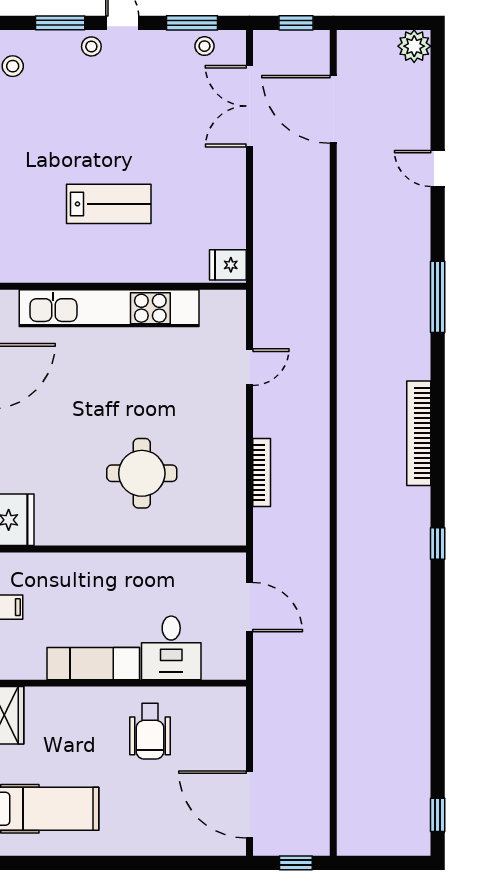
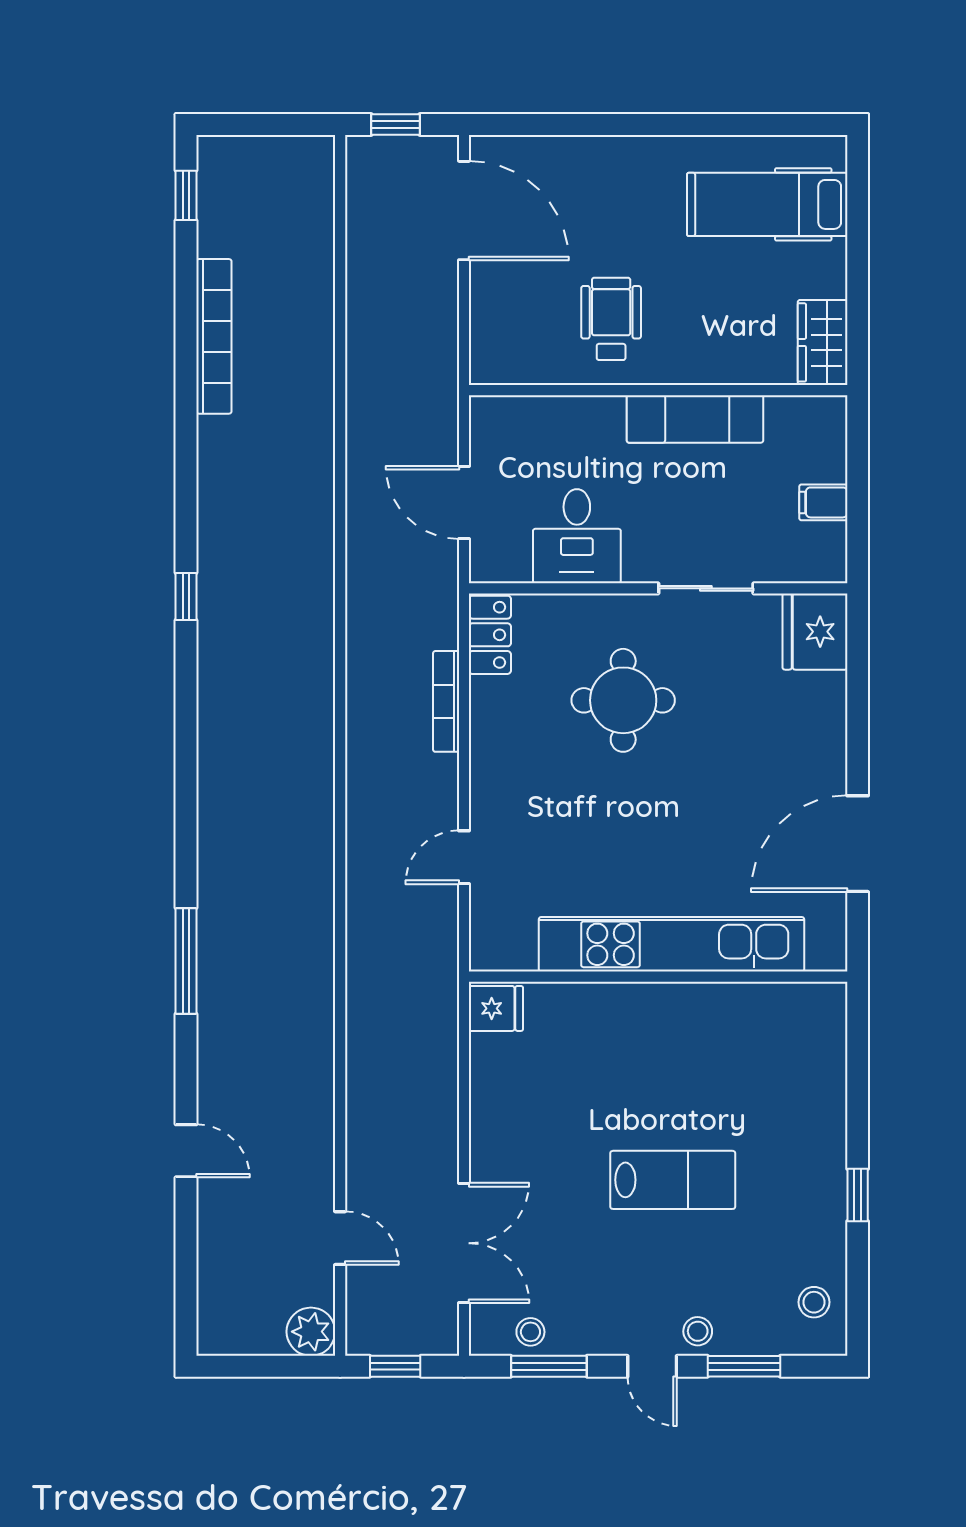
plant: (414, 46) -> (311, 1332), moved
door: (333, 109) -> (340, 1238), width x0.53
lab bench: (109, 204) -> (673, 1180), moved, turned 180
bookcase: (419, 433) -> (214, 336), moved
locker: (232, 518) -> (490, 635), added
sliding door: (86, 549) -> (706, 588), added
desk: (171, 648) -> (577, 536), moved, turned 180

